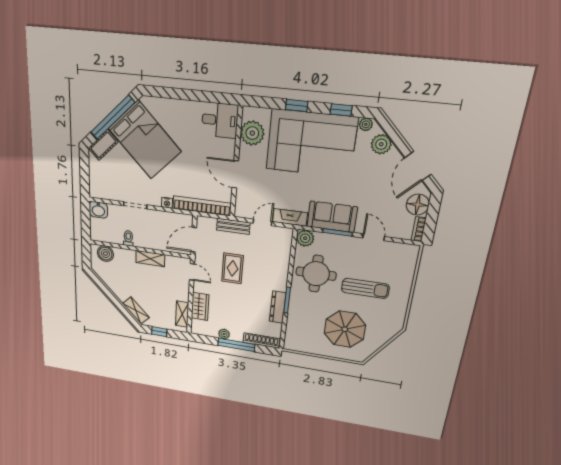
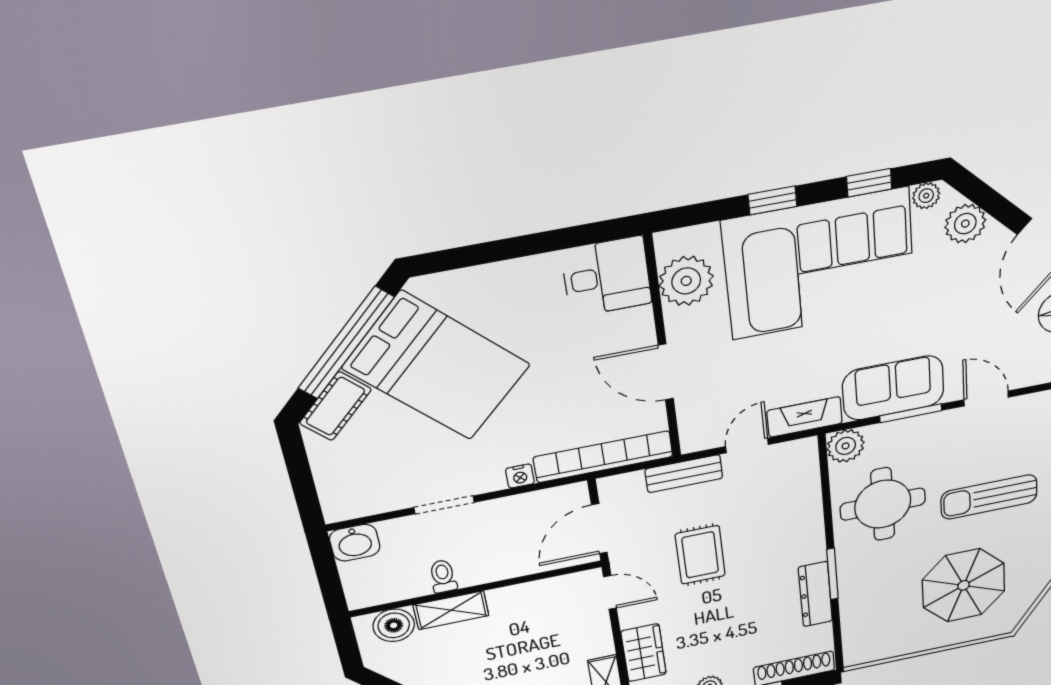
shelving: (150, 259) -> (451, 610), moved
sun lounger: (365, 288) -> (989, 497), turned 180

